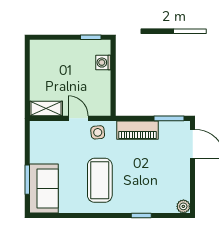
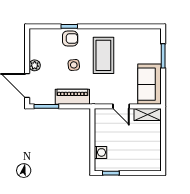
side table: (98, 132) -> (74, 65), moved
sofa: (44, 189) -> (149, 84), moved
armchair: (140, 201) -> (70, 38), added
plant: (183, 206) -> (35, 65), moved

